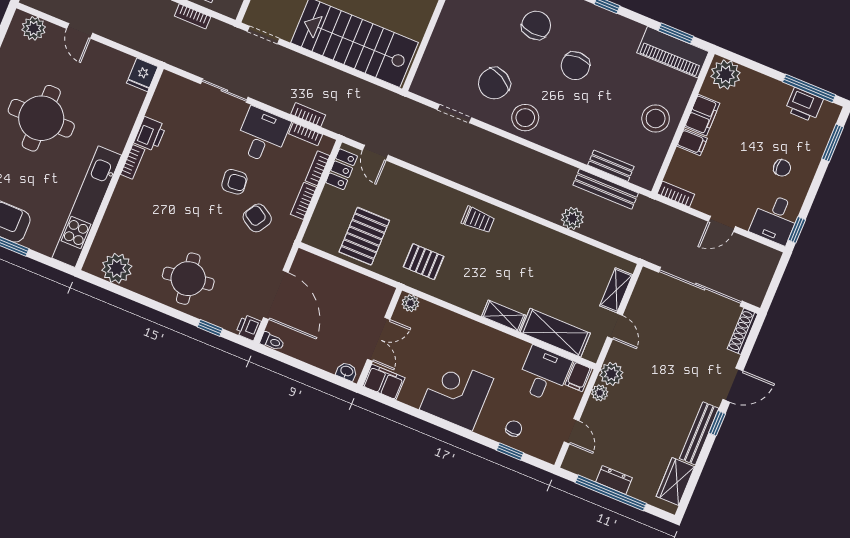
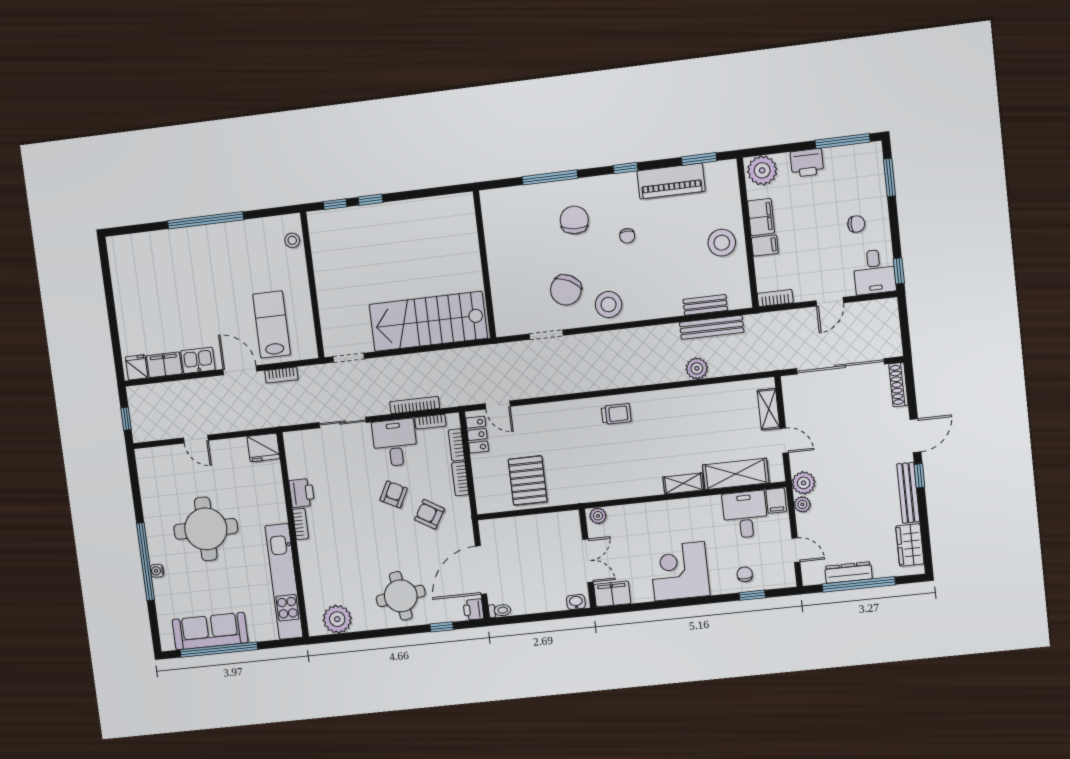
plant: (34, 28) -> (158, 458), removed
piano: (673, 52) -> (671, 181), moved
chair: (575, 66) -> (627, 236), width x0.54, depth x0.54
fridge: (142, 75) -> (263, 448), width x1.38
printer: (804, 105) -> (807, 163), moved
bookcase: (308, 115) -> (415, 405), width x1.56
armchair: (234, 182) -> (394, 494), turned -57
pallet: (424, 262) -> (590, 475), removed
door: (276, 295) -> (481, 570), swing flipped
dresser: (614, 480) -> (849, 573), width x1.44

